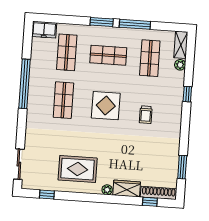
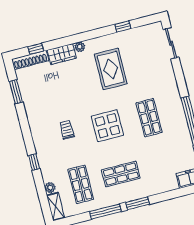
shop shelf: (67, 52) -> (161, 164), removed
rug: (78, 169) -> (111, 69), moved, turned 90
window: (47, 195) -> (123, 27), moved

